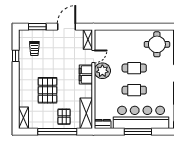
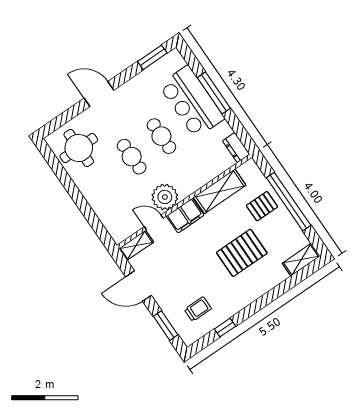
shelving: (86, 113) -> (220, 191), moved
bar counter: (141, 117) -> (192, 102), width x0.73

